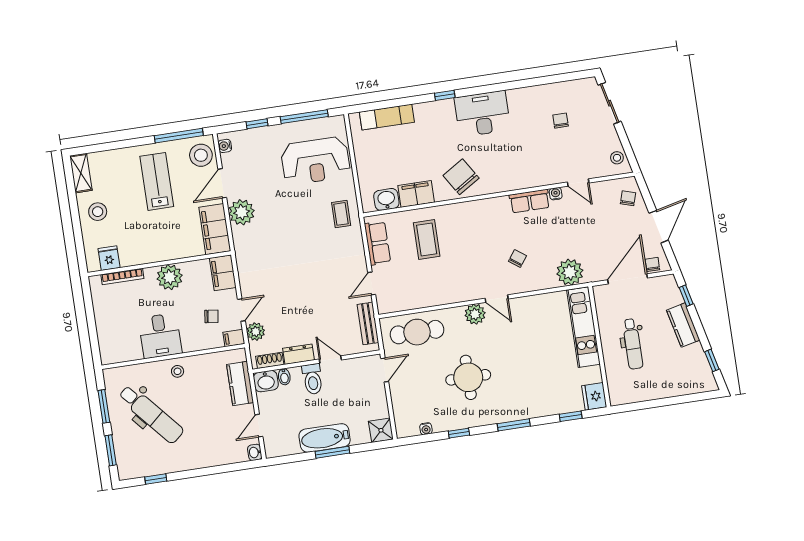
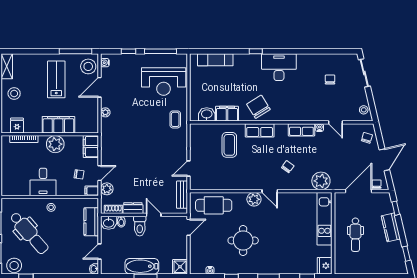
plant: (242, 212) -> (105, 112), width x0.53, depth x0.53
filing cabinet: (215, 229) -> (58, 125), moved, turned 90
row of seats: (377, 243) -> (260, 130), moved, turned 90
stool: (136, 465) -> (14, 265), added

